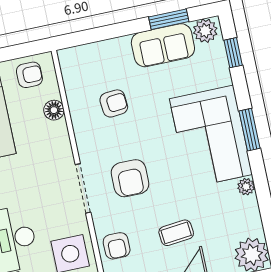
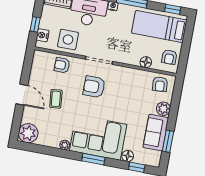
plant: (205, 31) -> (163, 109), moved
floor lamp: (221, 75) -> (128, 156), added
armchair: (114, 103) -> (160, 84), moved

